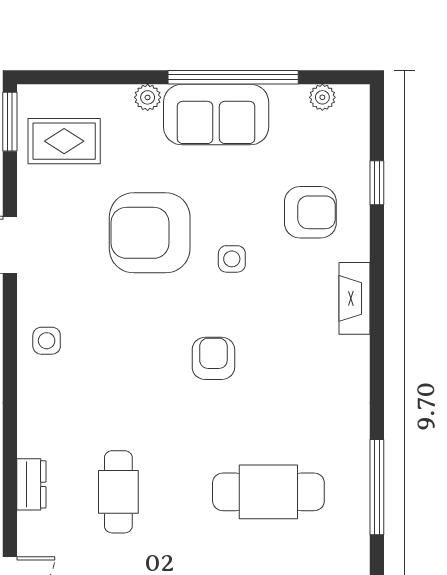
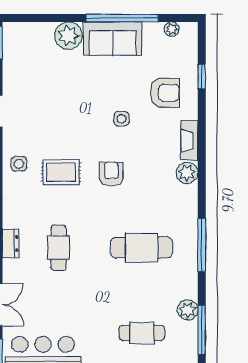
plant: (148, 97) -> (68, 36), width x1.88, depth x1.88
rug: (64, 141) -> (61, 172), moved
armchair: (150, 233) -> (76, 104), removed
plant: (350, 357) -> (187, 173), added

